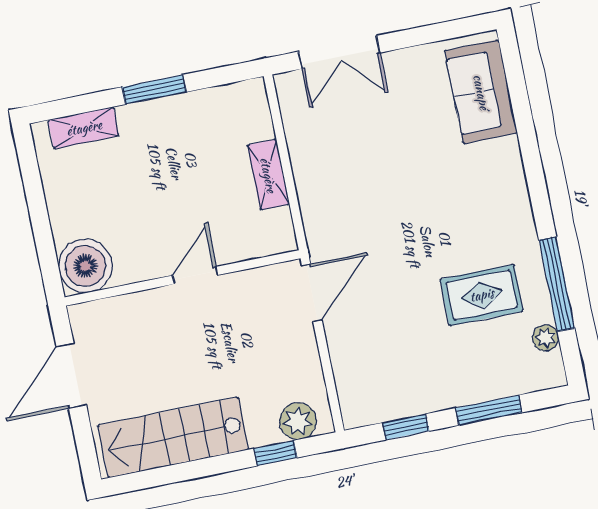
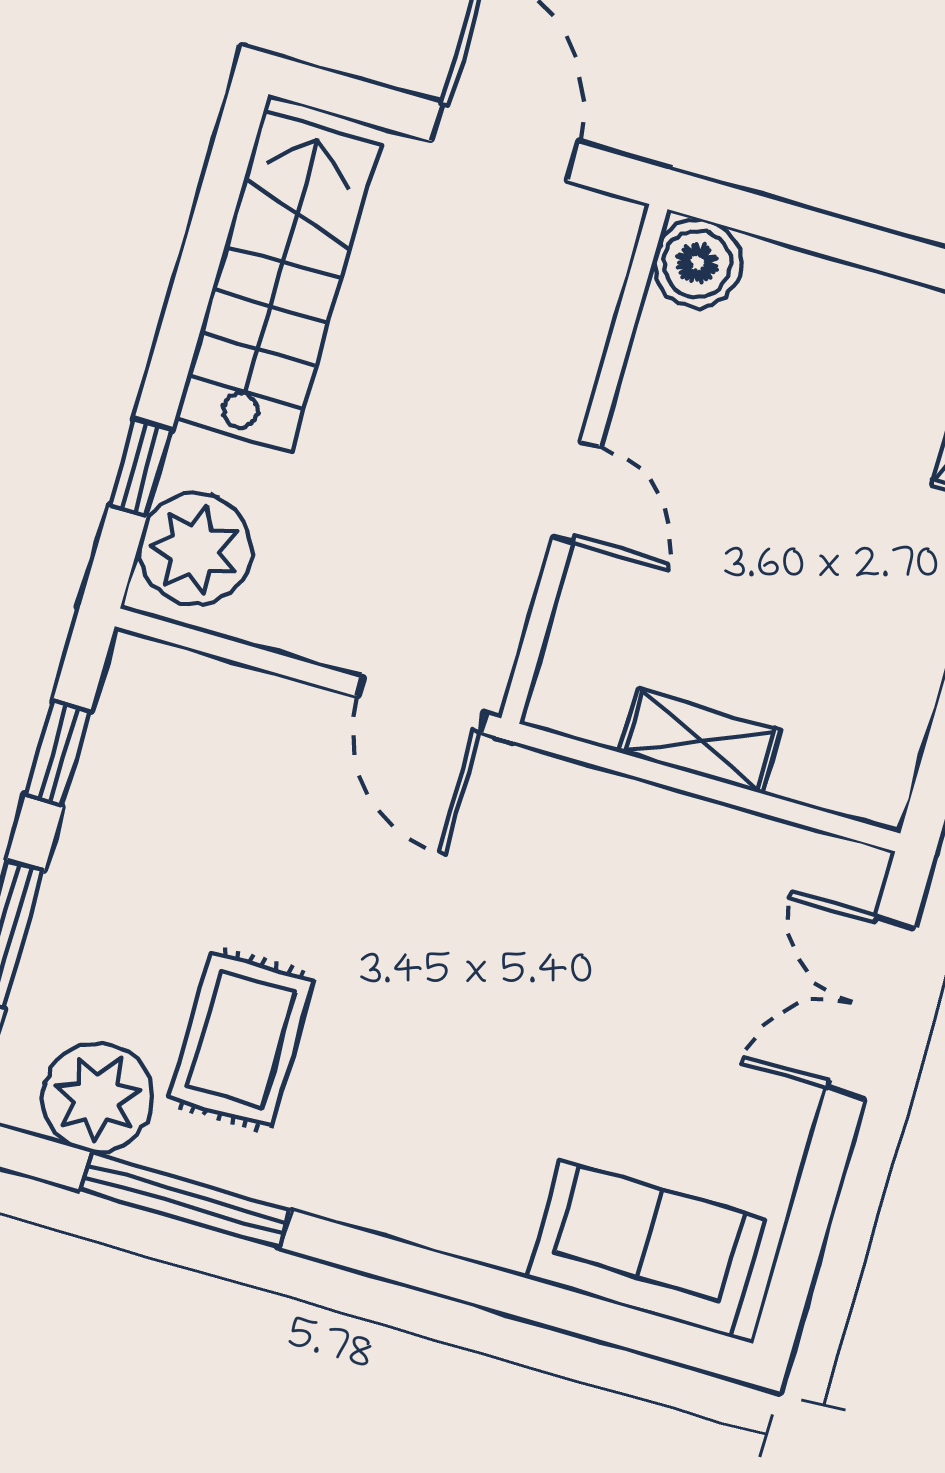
boiler: (85, 266) -> (697, 263), width x0.73, depth x0.73
plant: (546, 338) -> (97, 1098), width x1.88, depth x1.88
plant: (298, 421) -> (195, 549), width x1.36, depth x1.36

